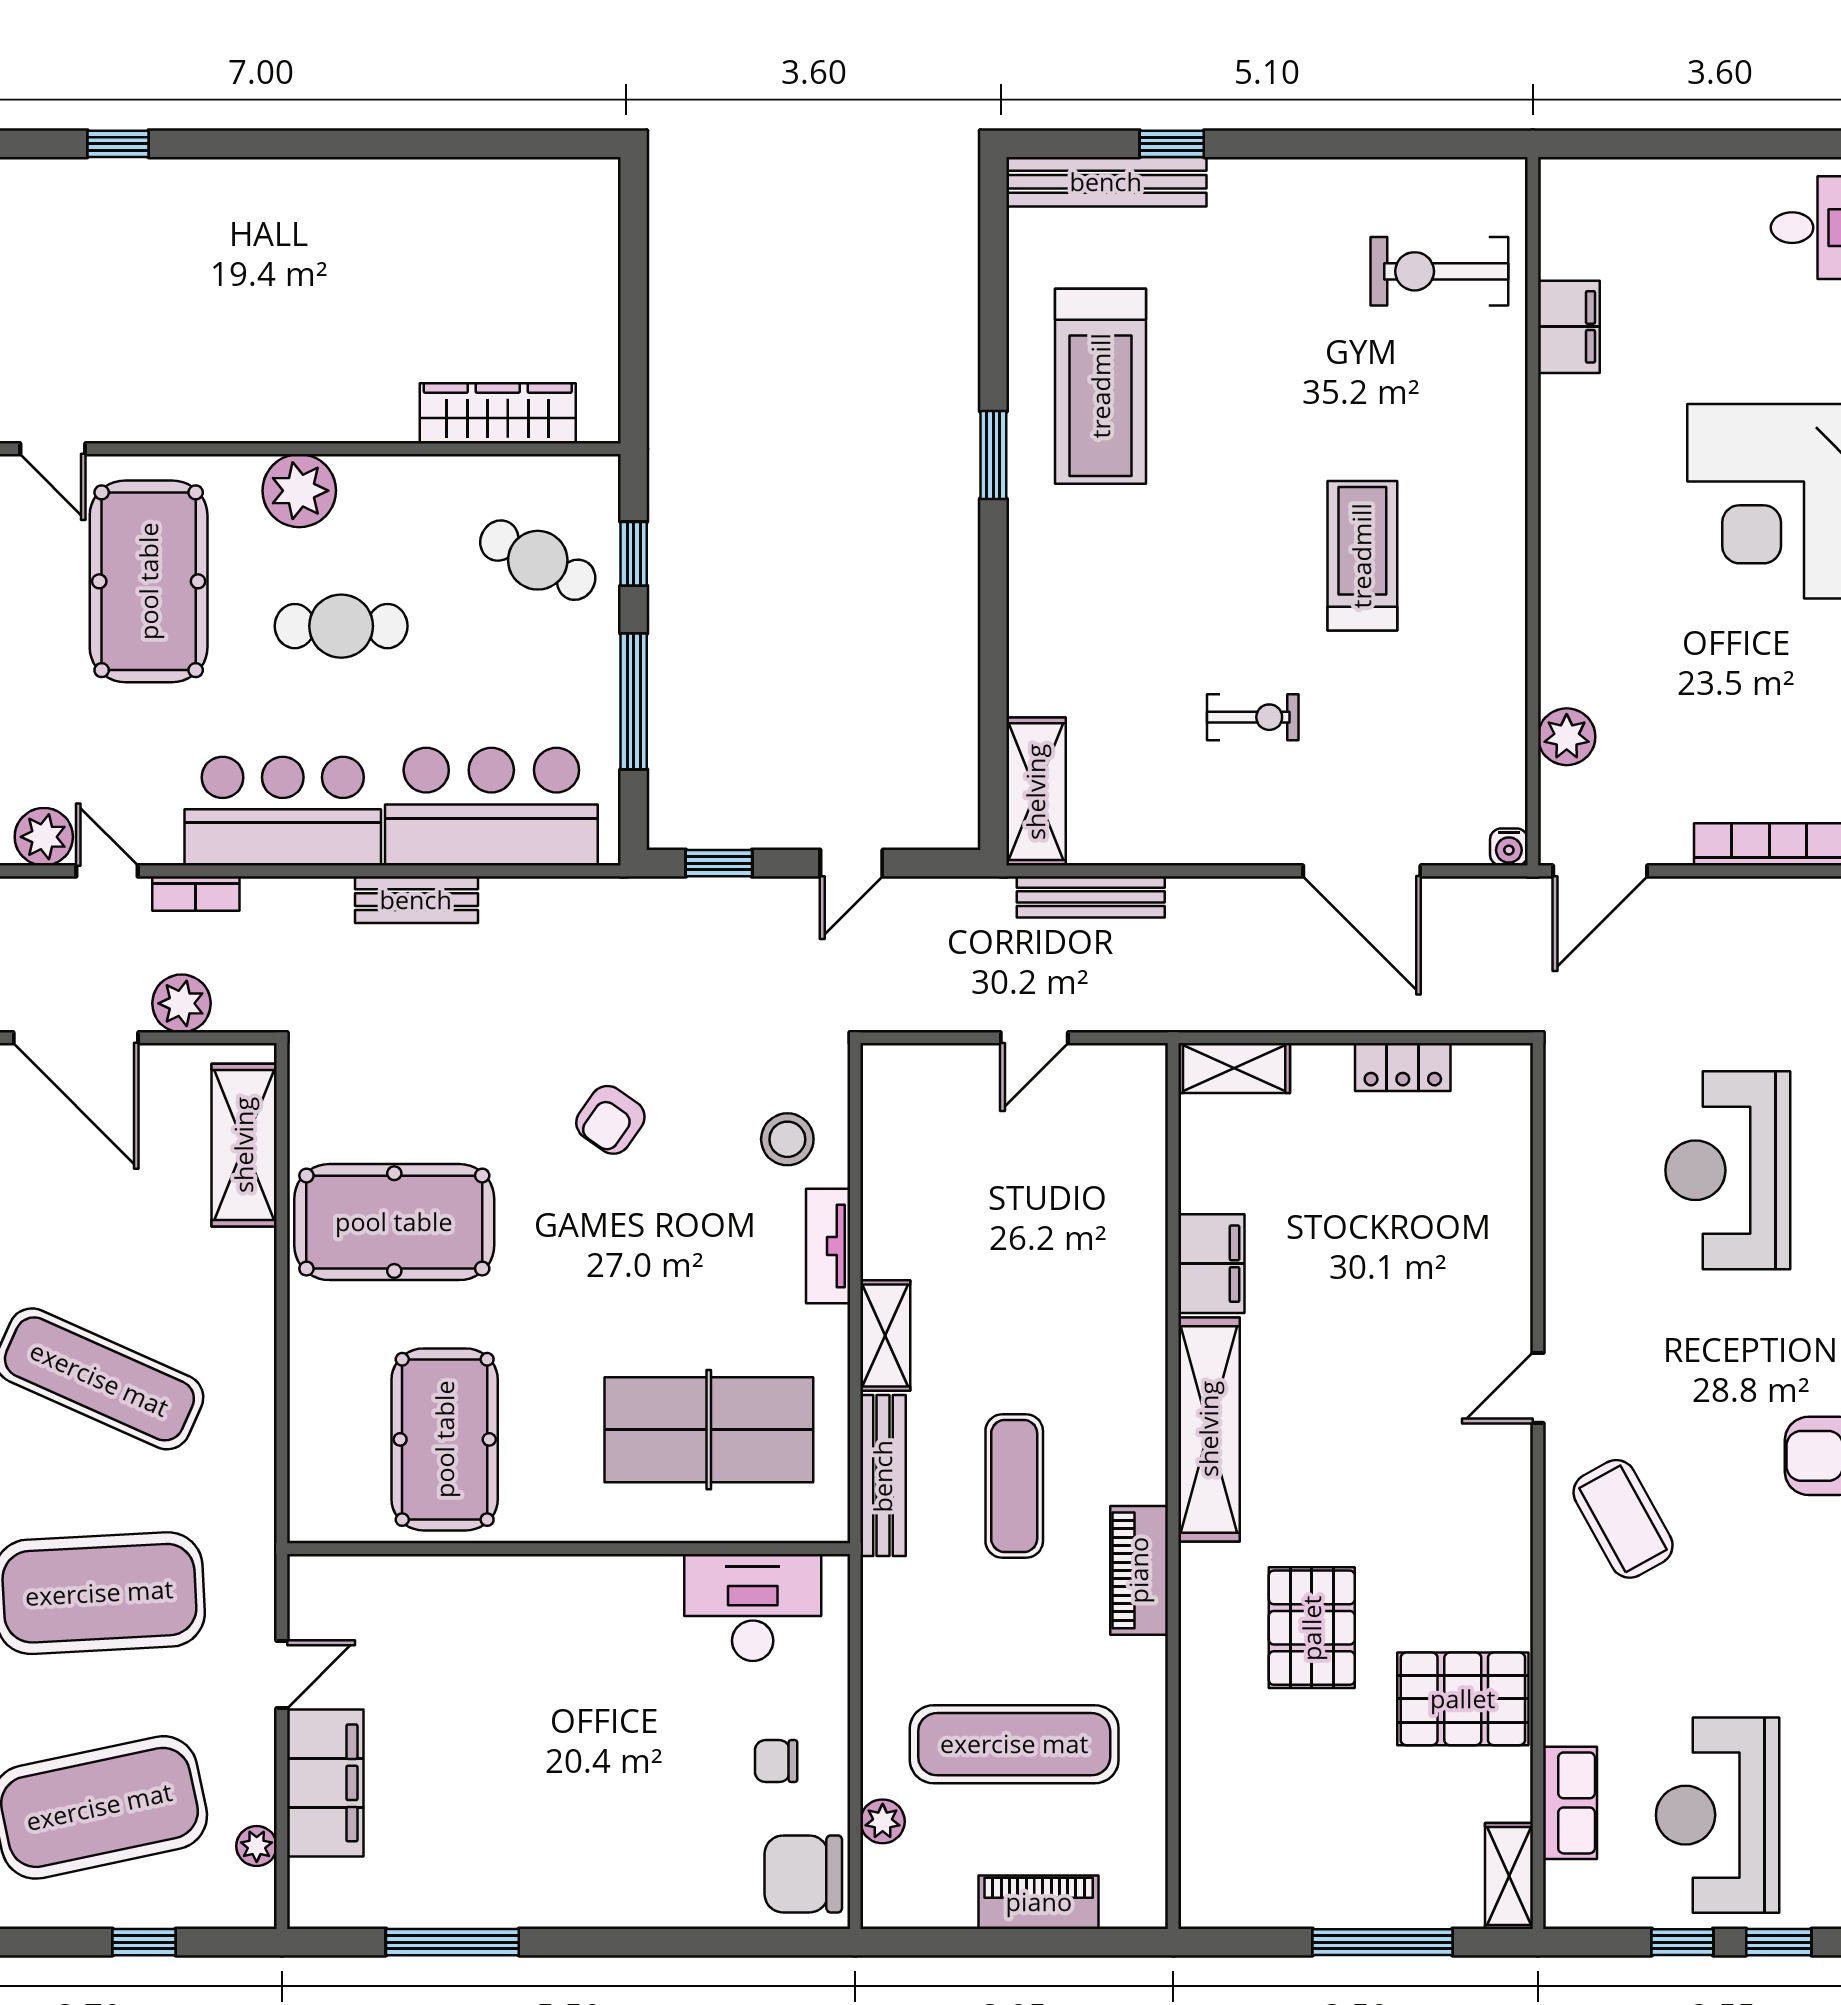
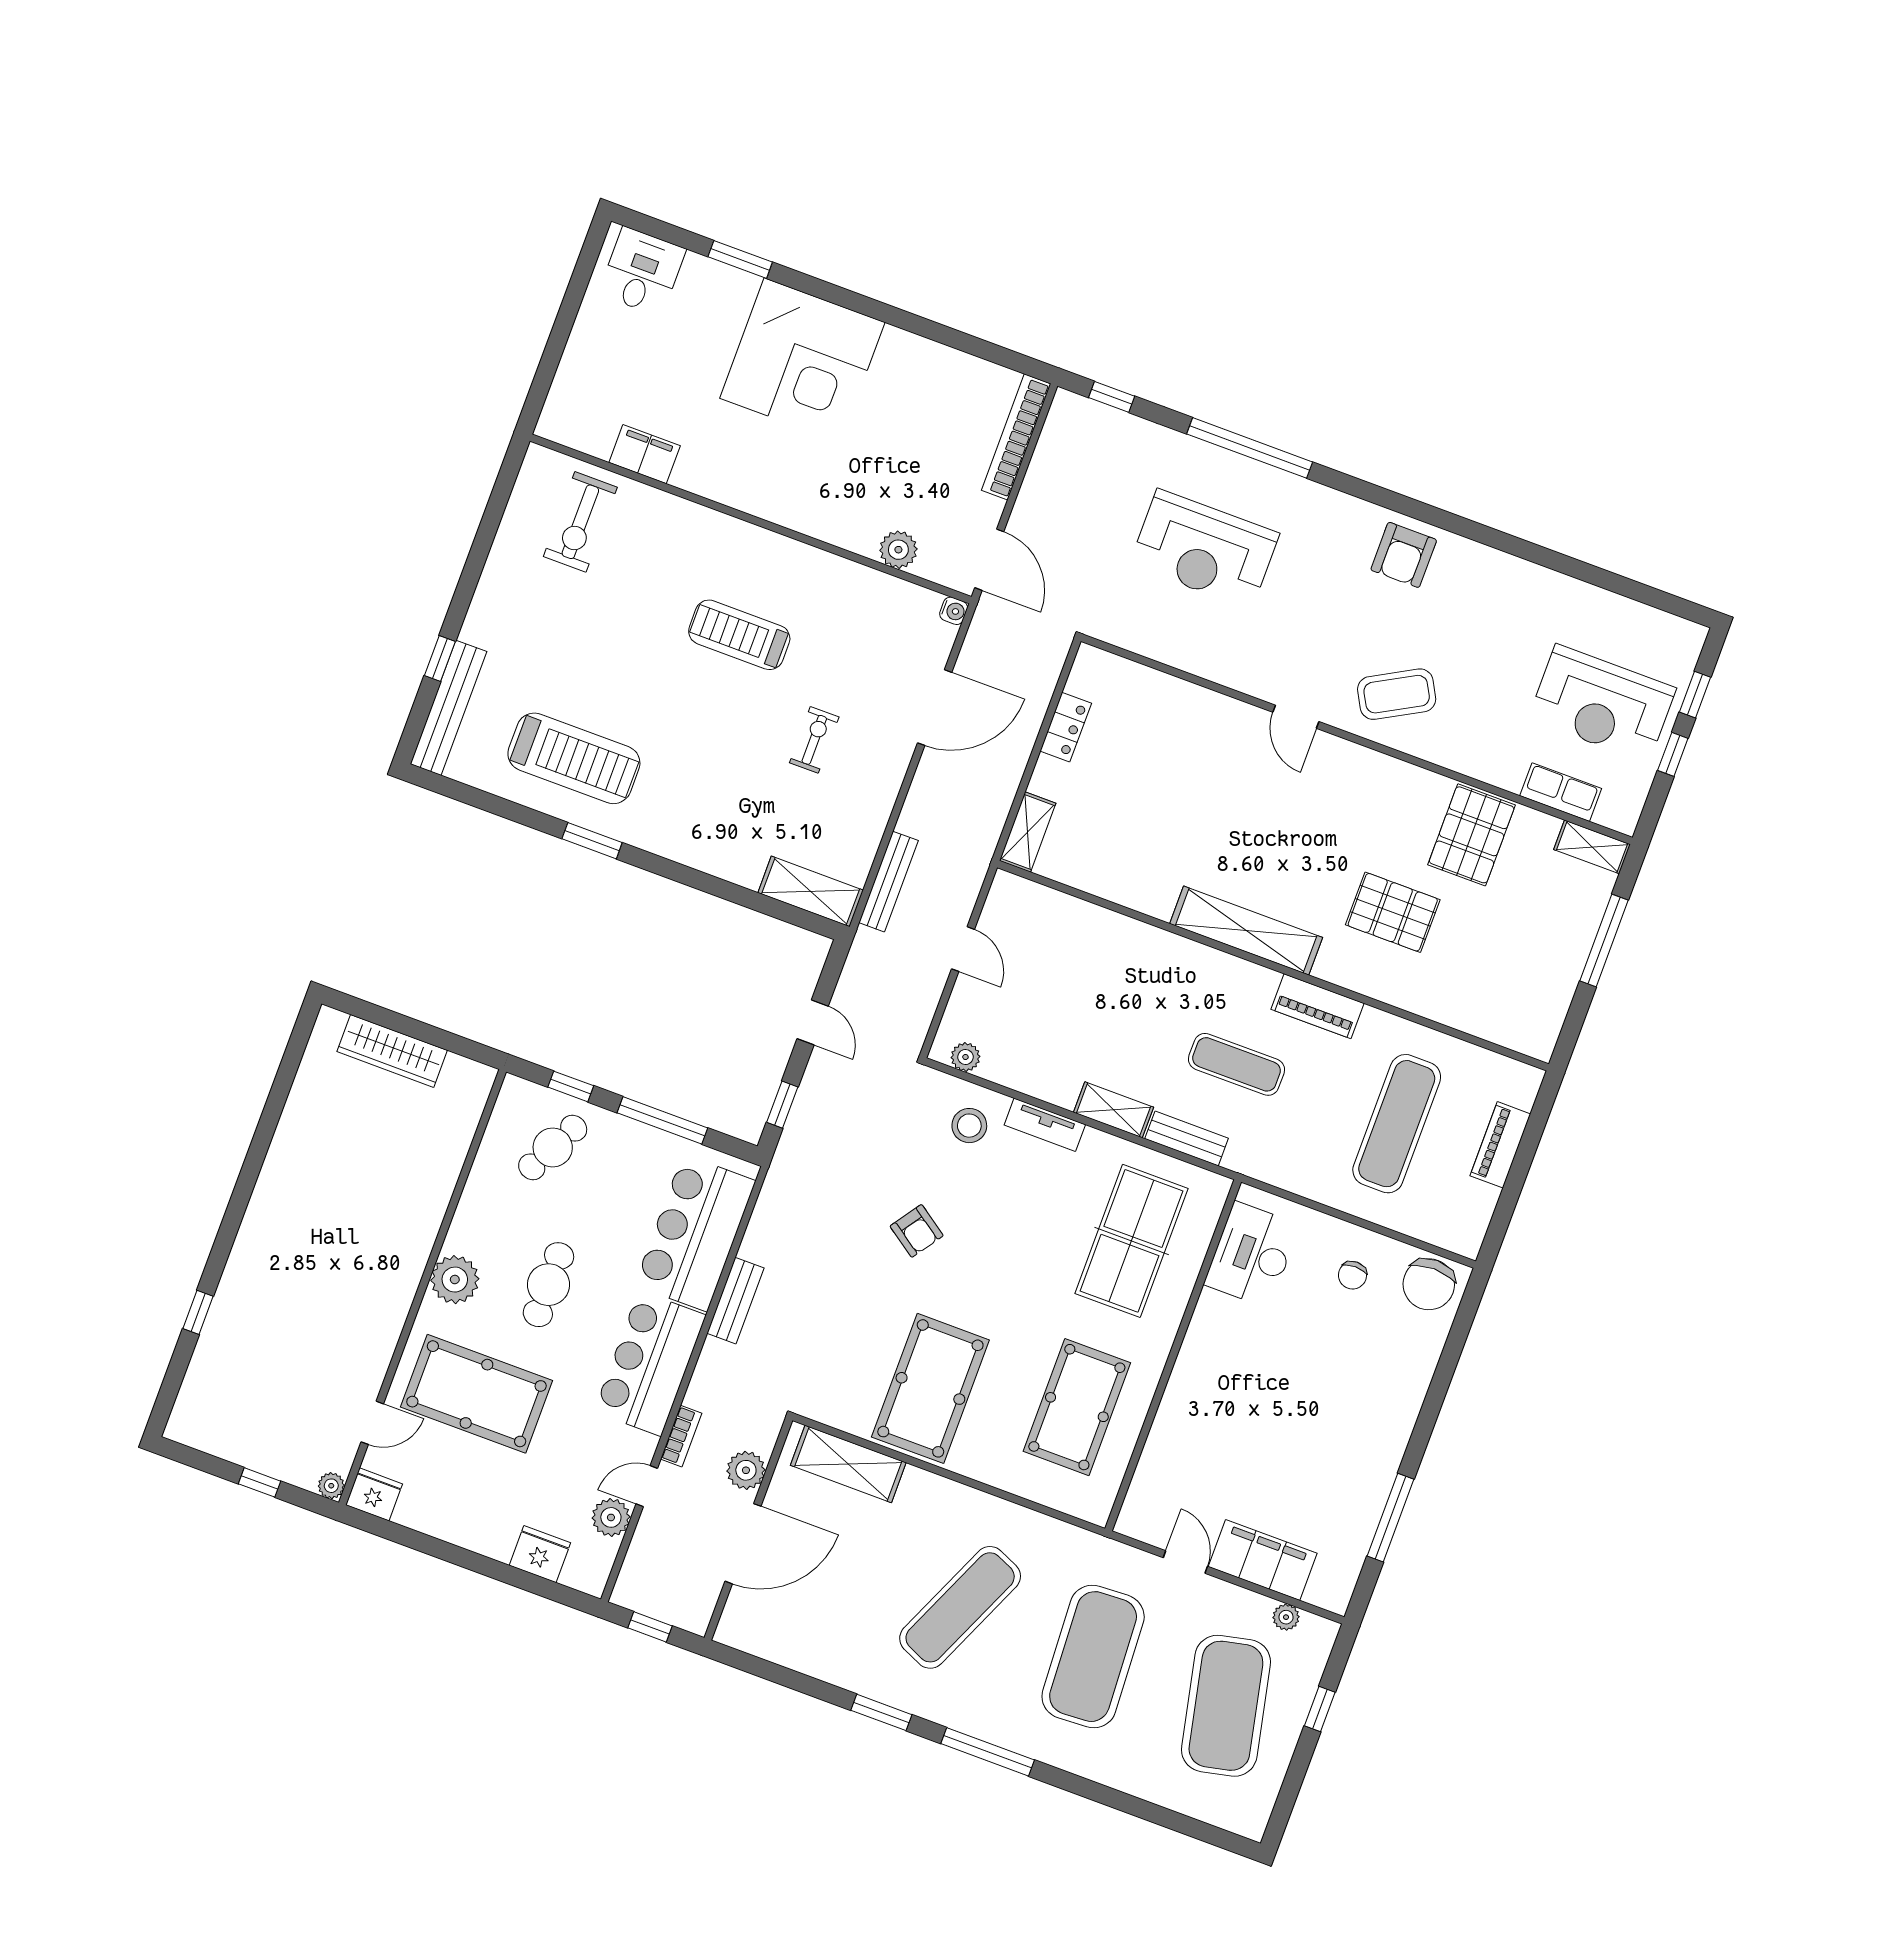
wardrobe: (498, 413) -> (392, 1051), moved, turned -90
filing cabinet: (1211, 1264) -> (1144, 891), removed
pool table: (445, 1439) -> (1077, 1407), turned 90
bench: (883, 1476) -> (1187, 1138), width x0.73
plant: (883, 1821) -> (965, 1057), moved

